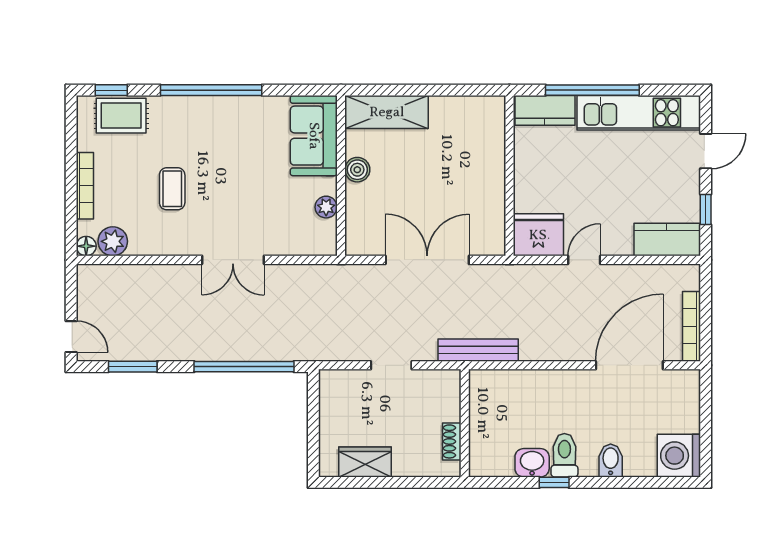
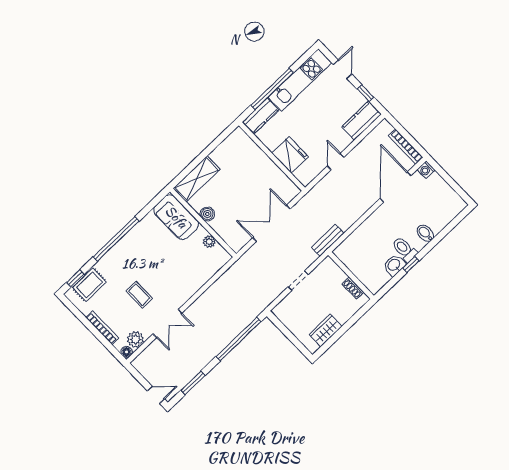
fridge: (538, 235) -> (290, 155), moved, turned 90
double door: (233, 260) -> (167, 323), moved
bench: (478, 350) -> (328, 240), width x0.73
washing machine: (679, 456) -> (426, 170), moved, width x0.53, depth x0.53

